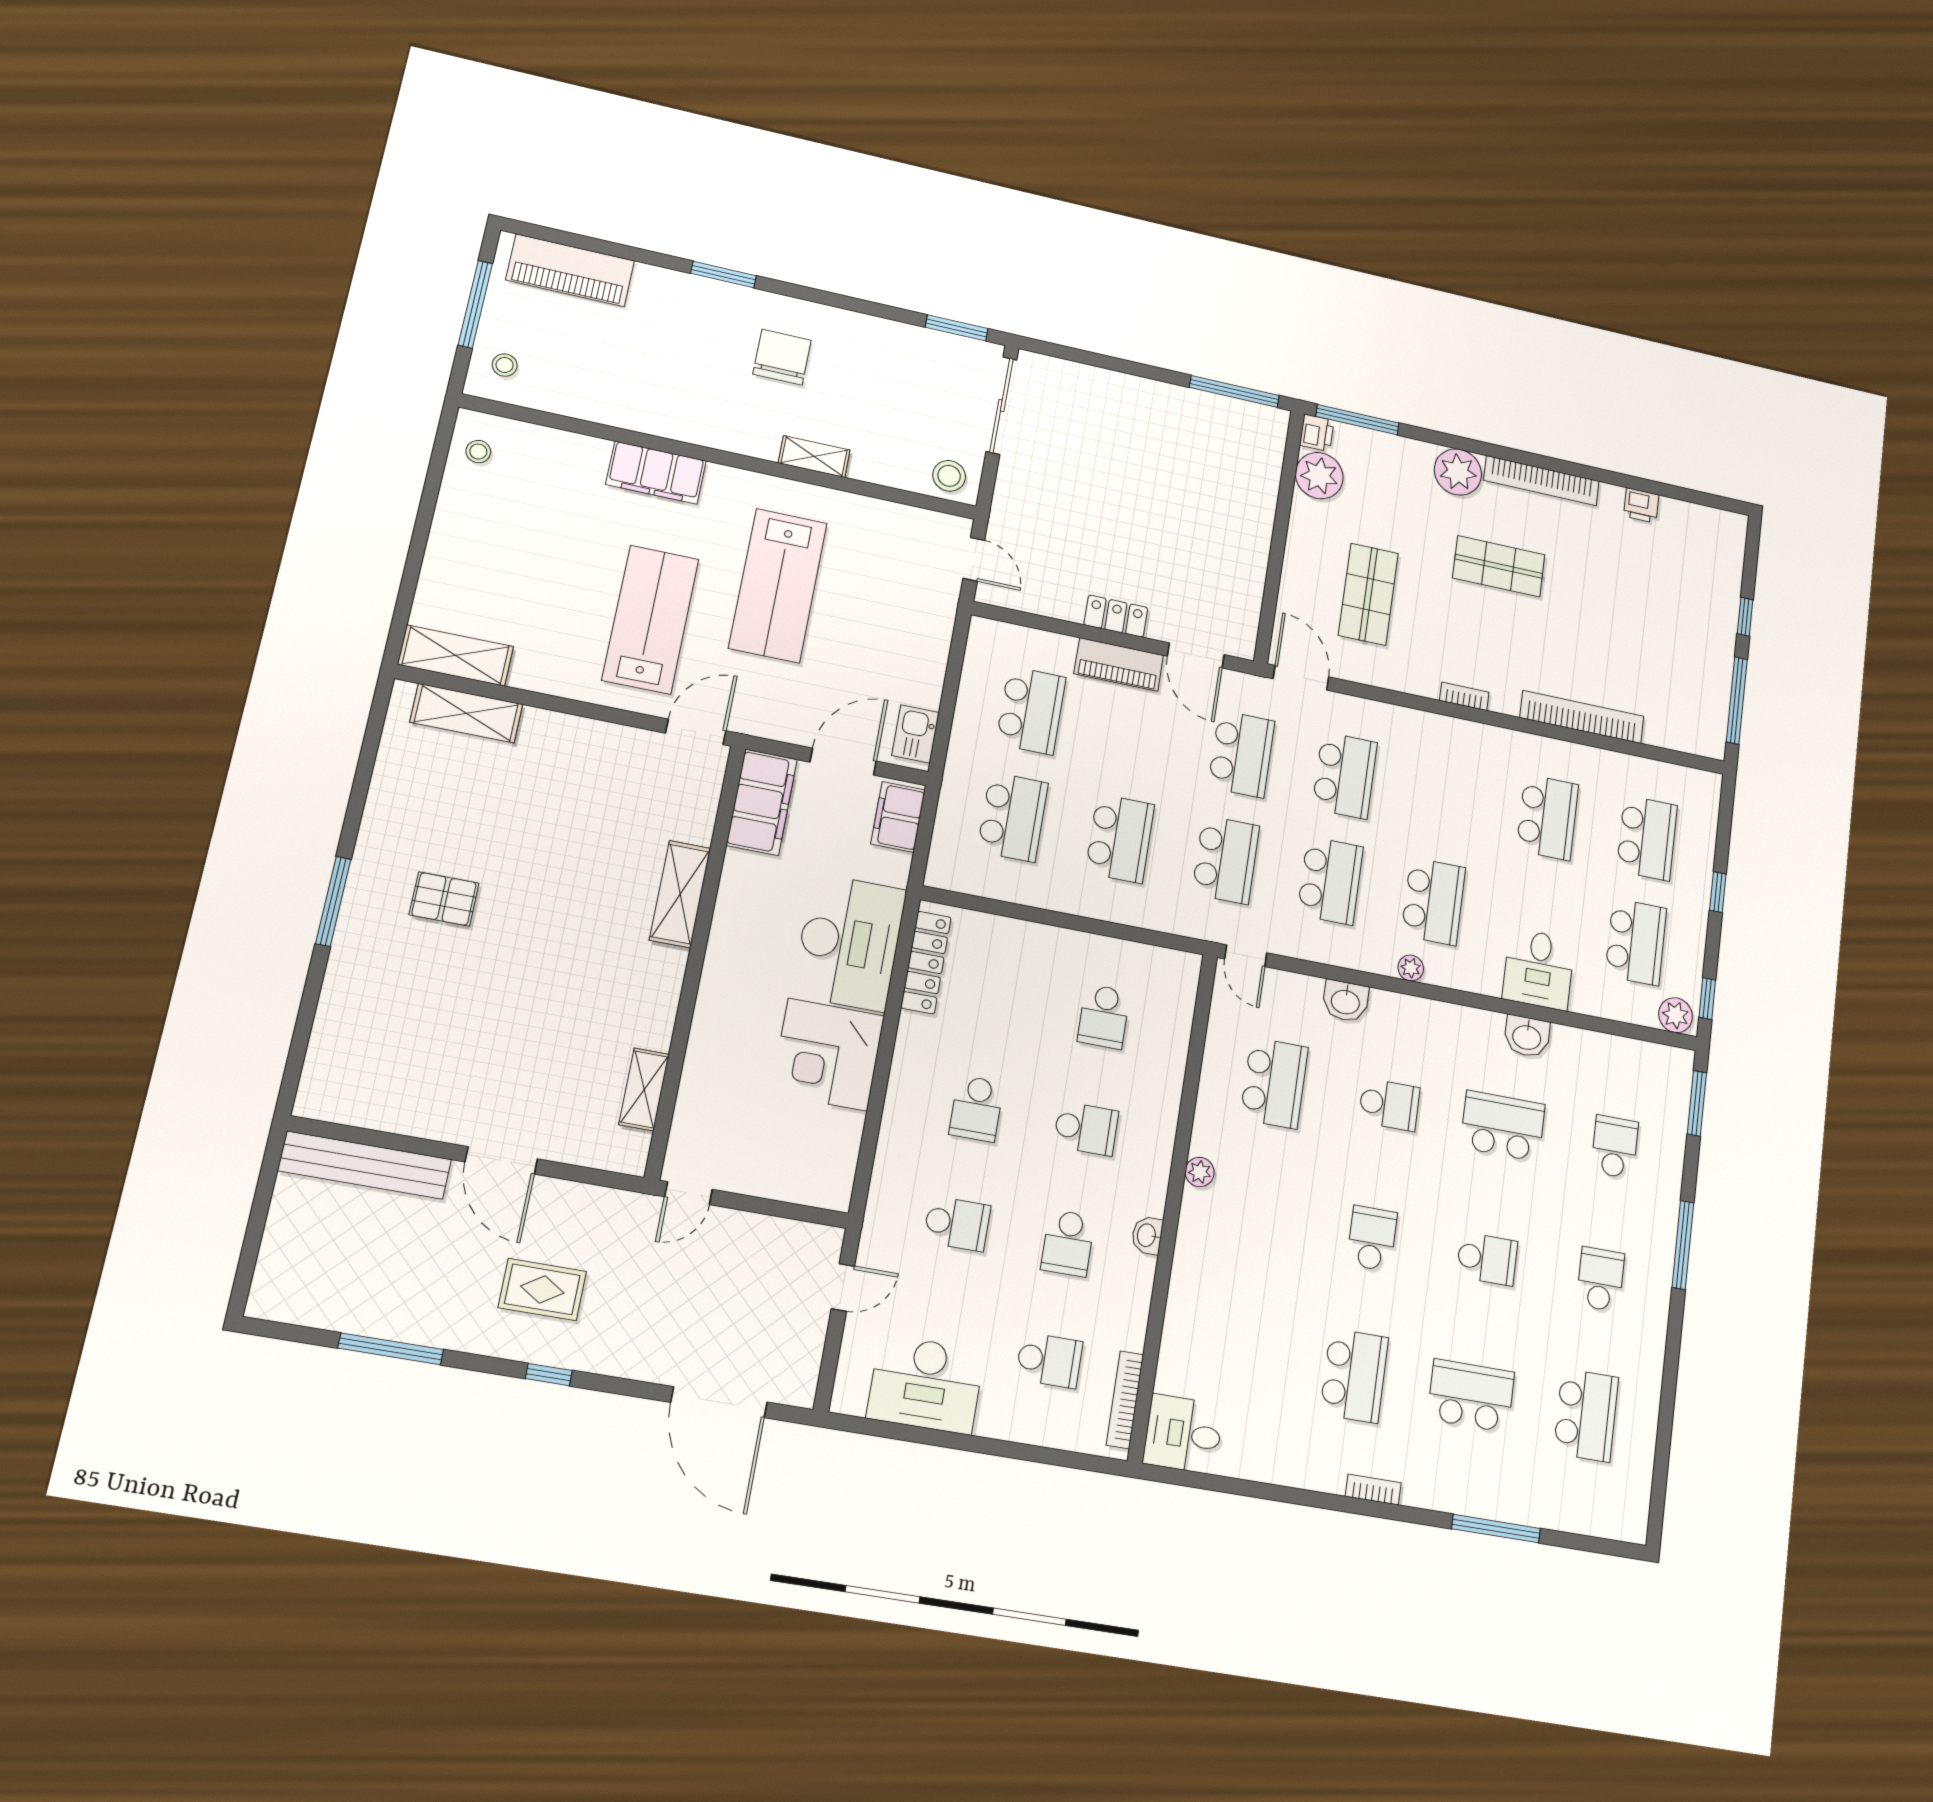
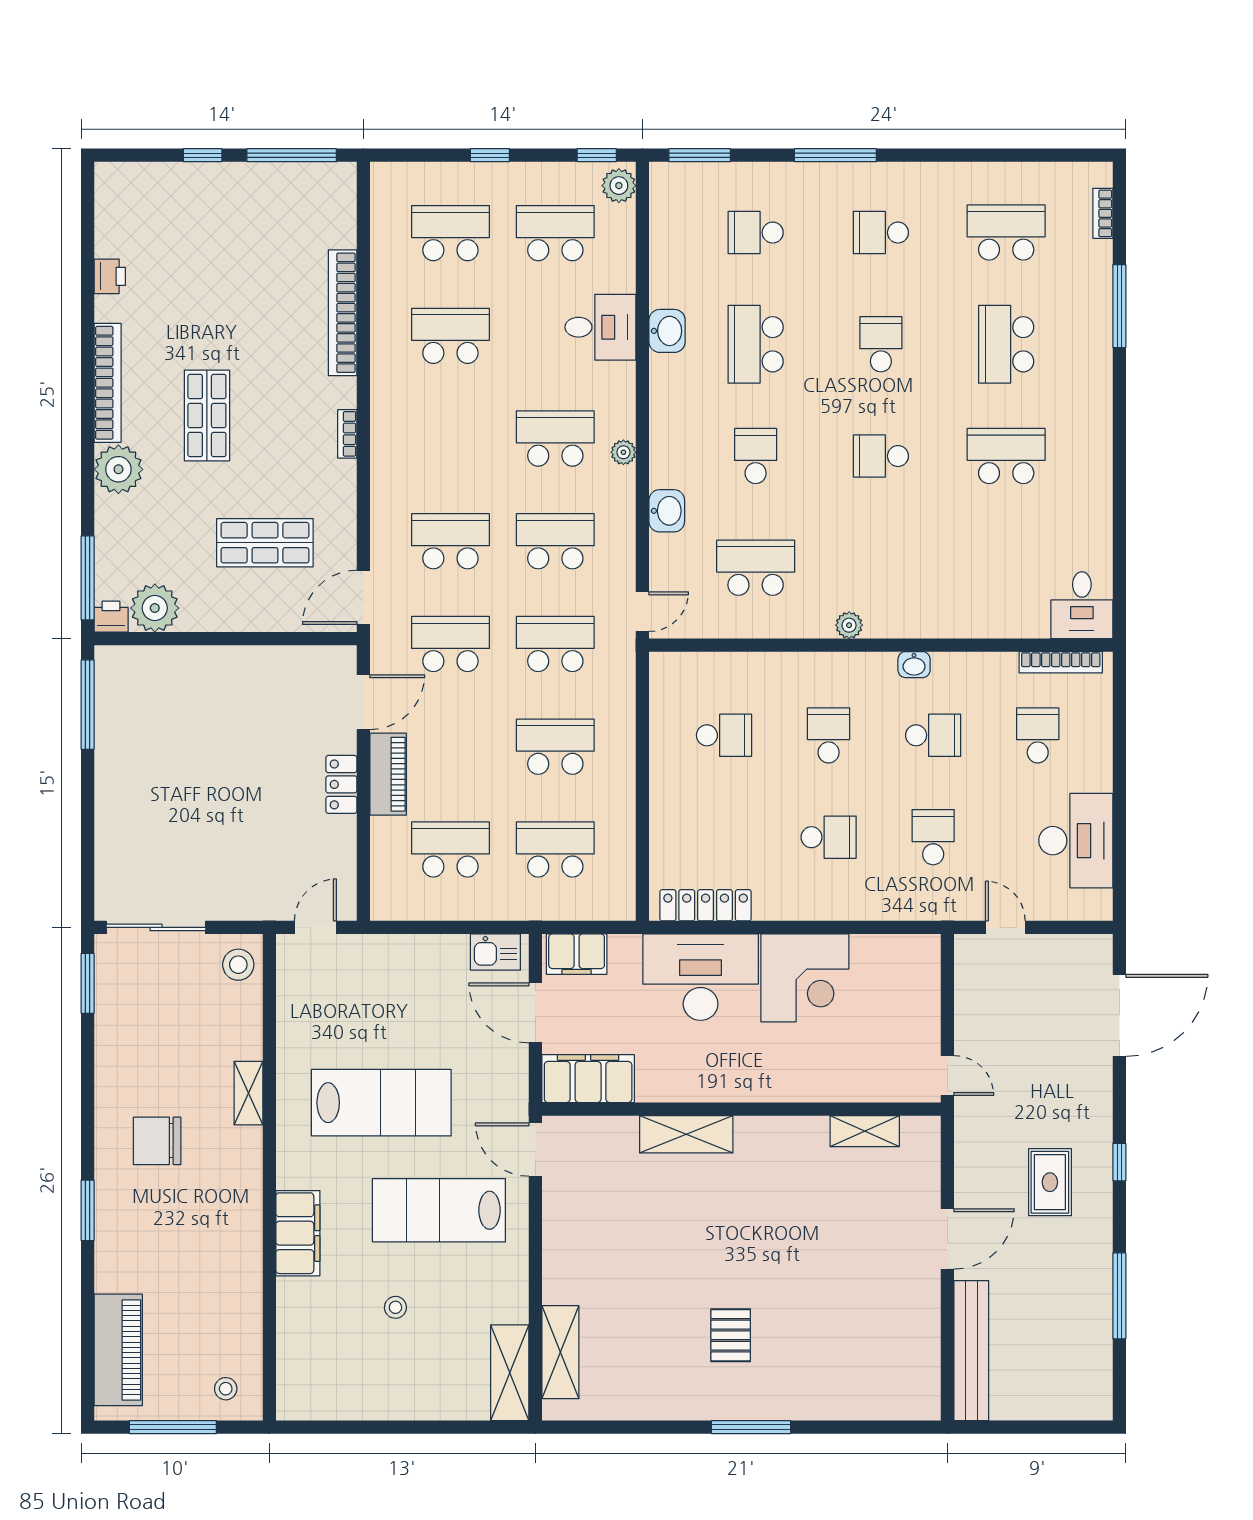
stool: (478, 452) -> (395, 1307), moved
bookcase: (1373, 1490) -> (1103, 213), moved

